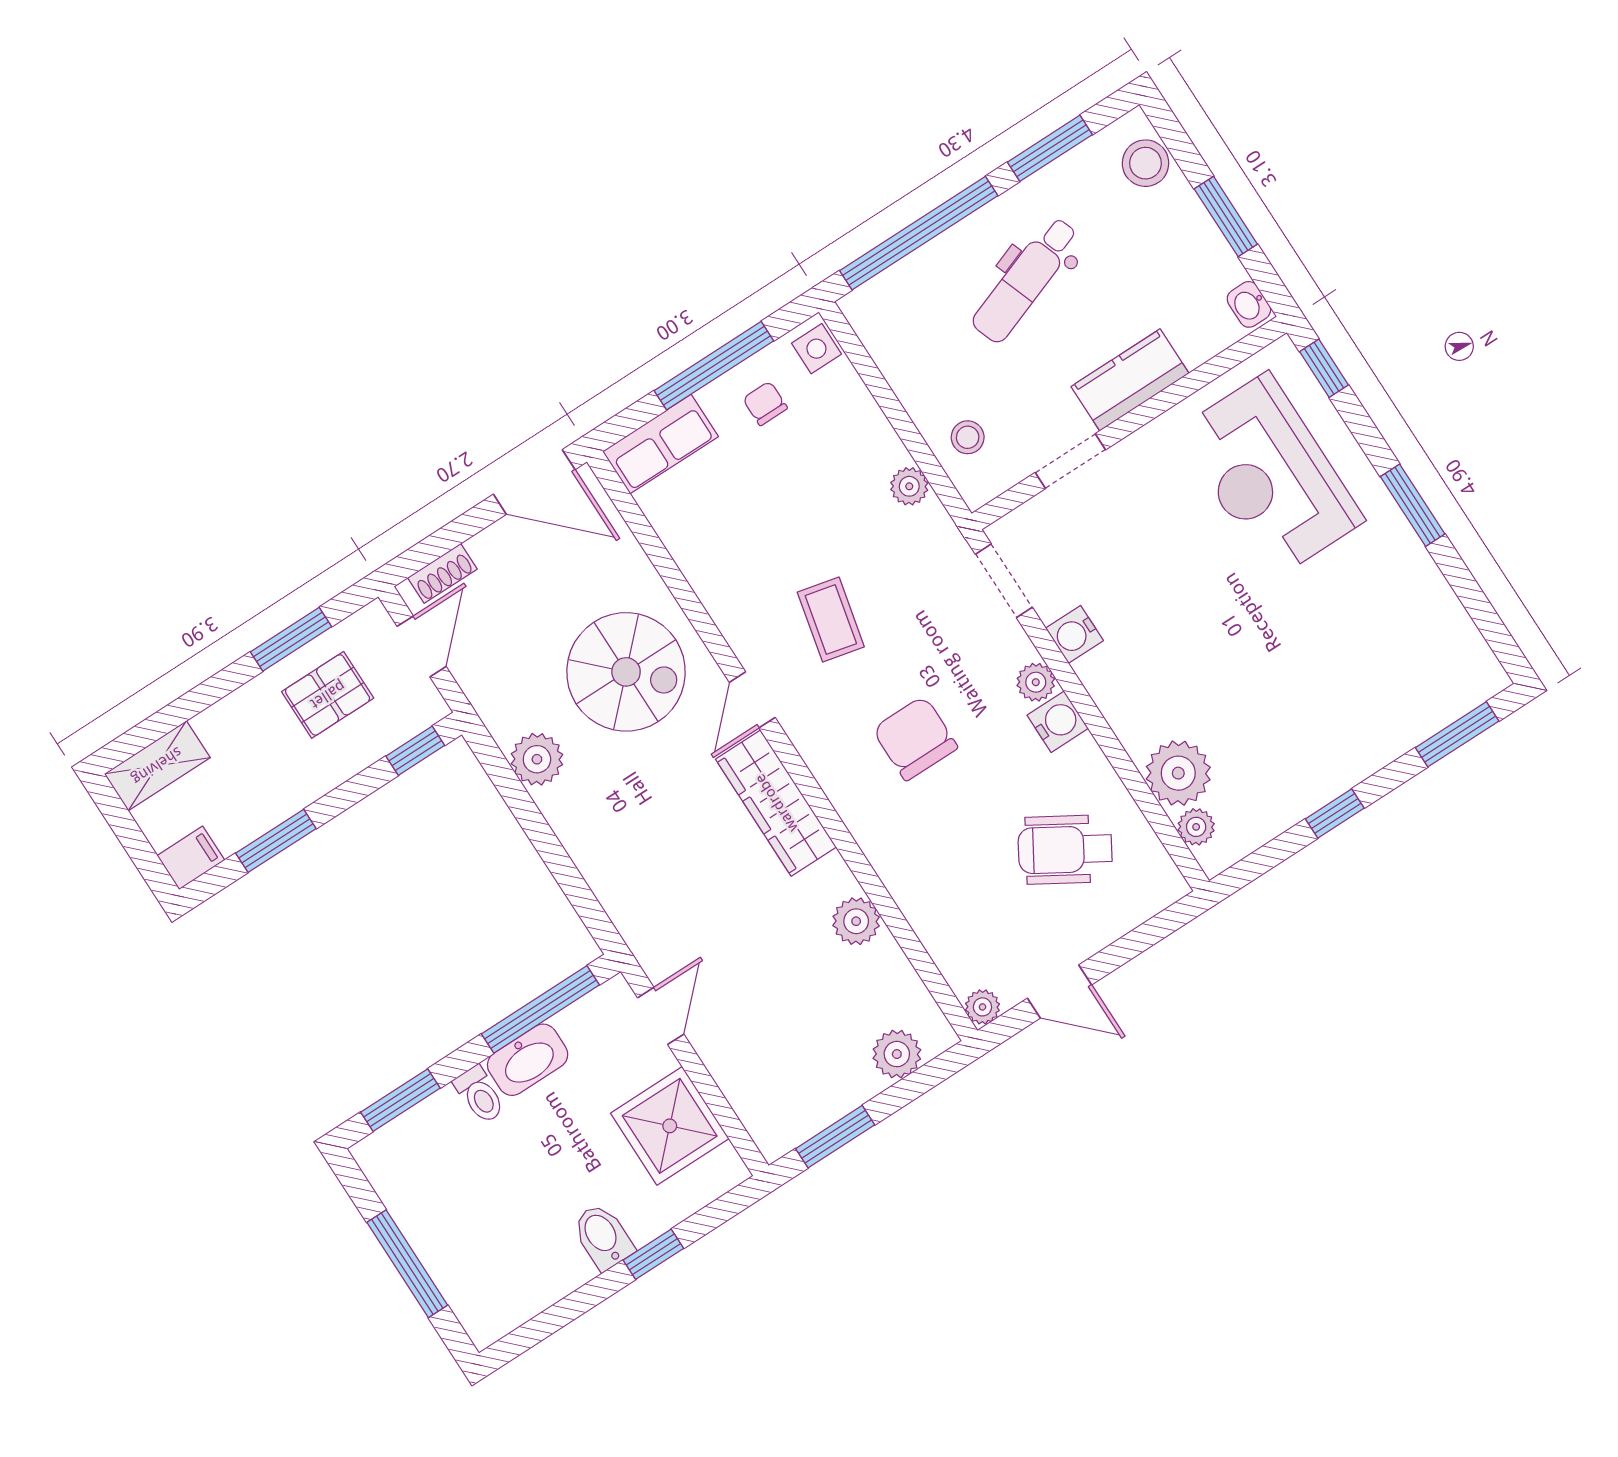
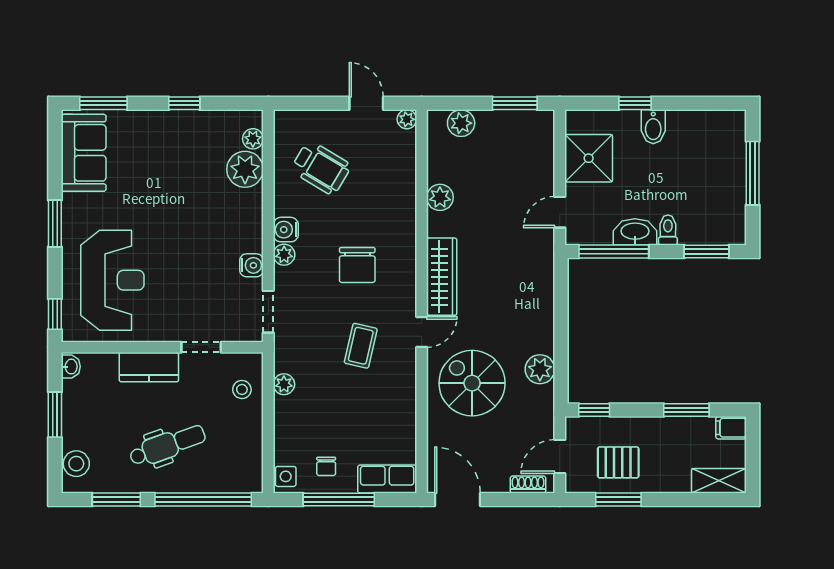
sofa: (1438, 640) -> (84, 153), added

